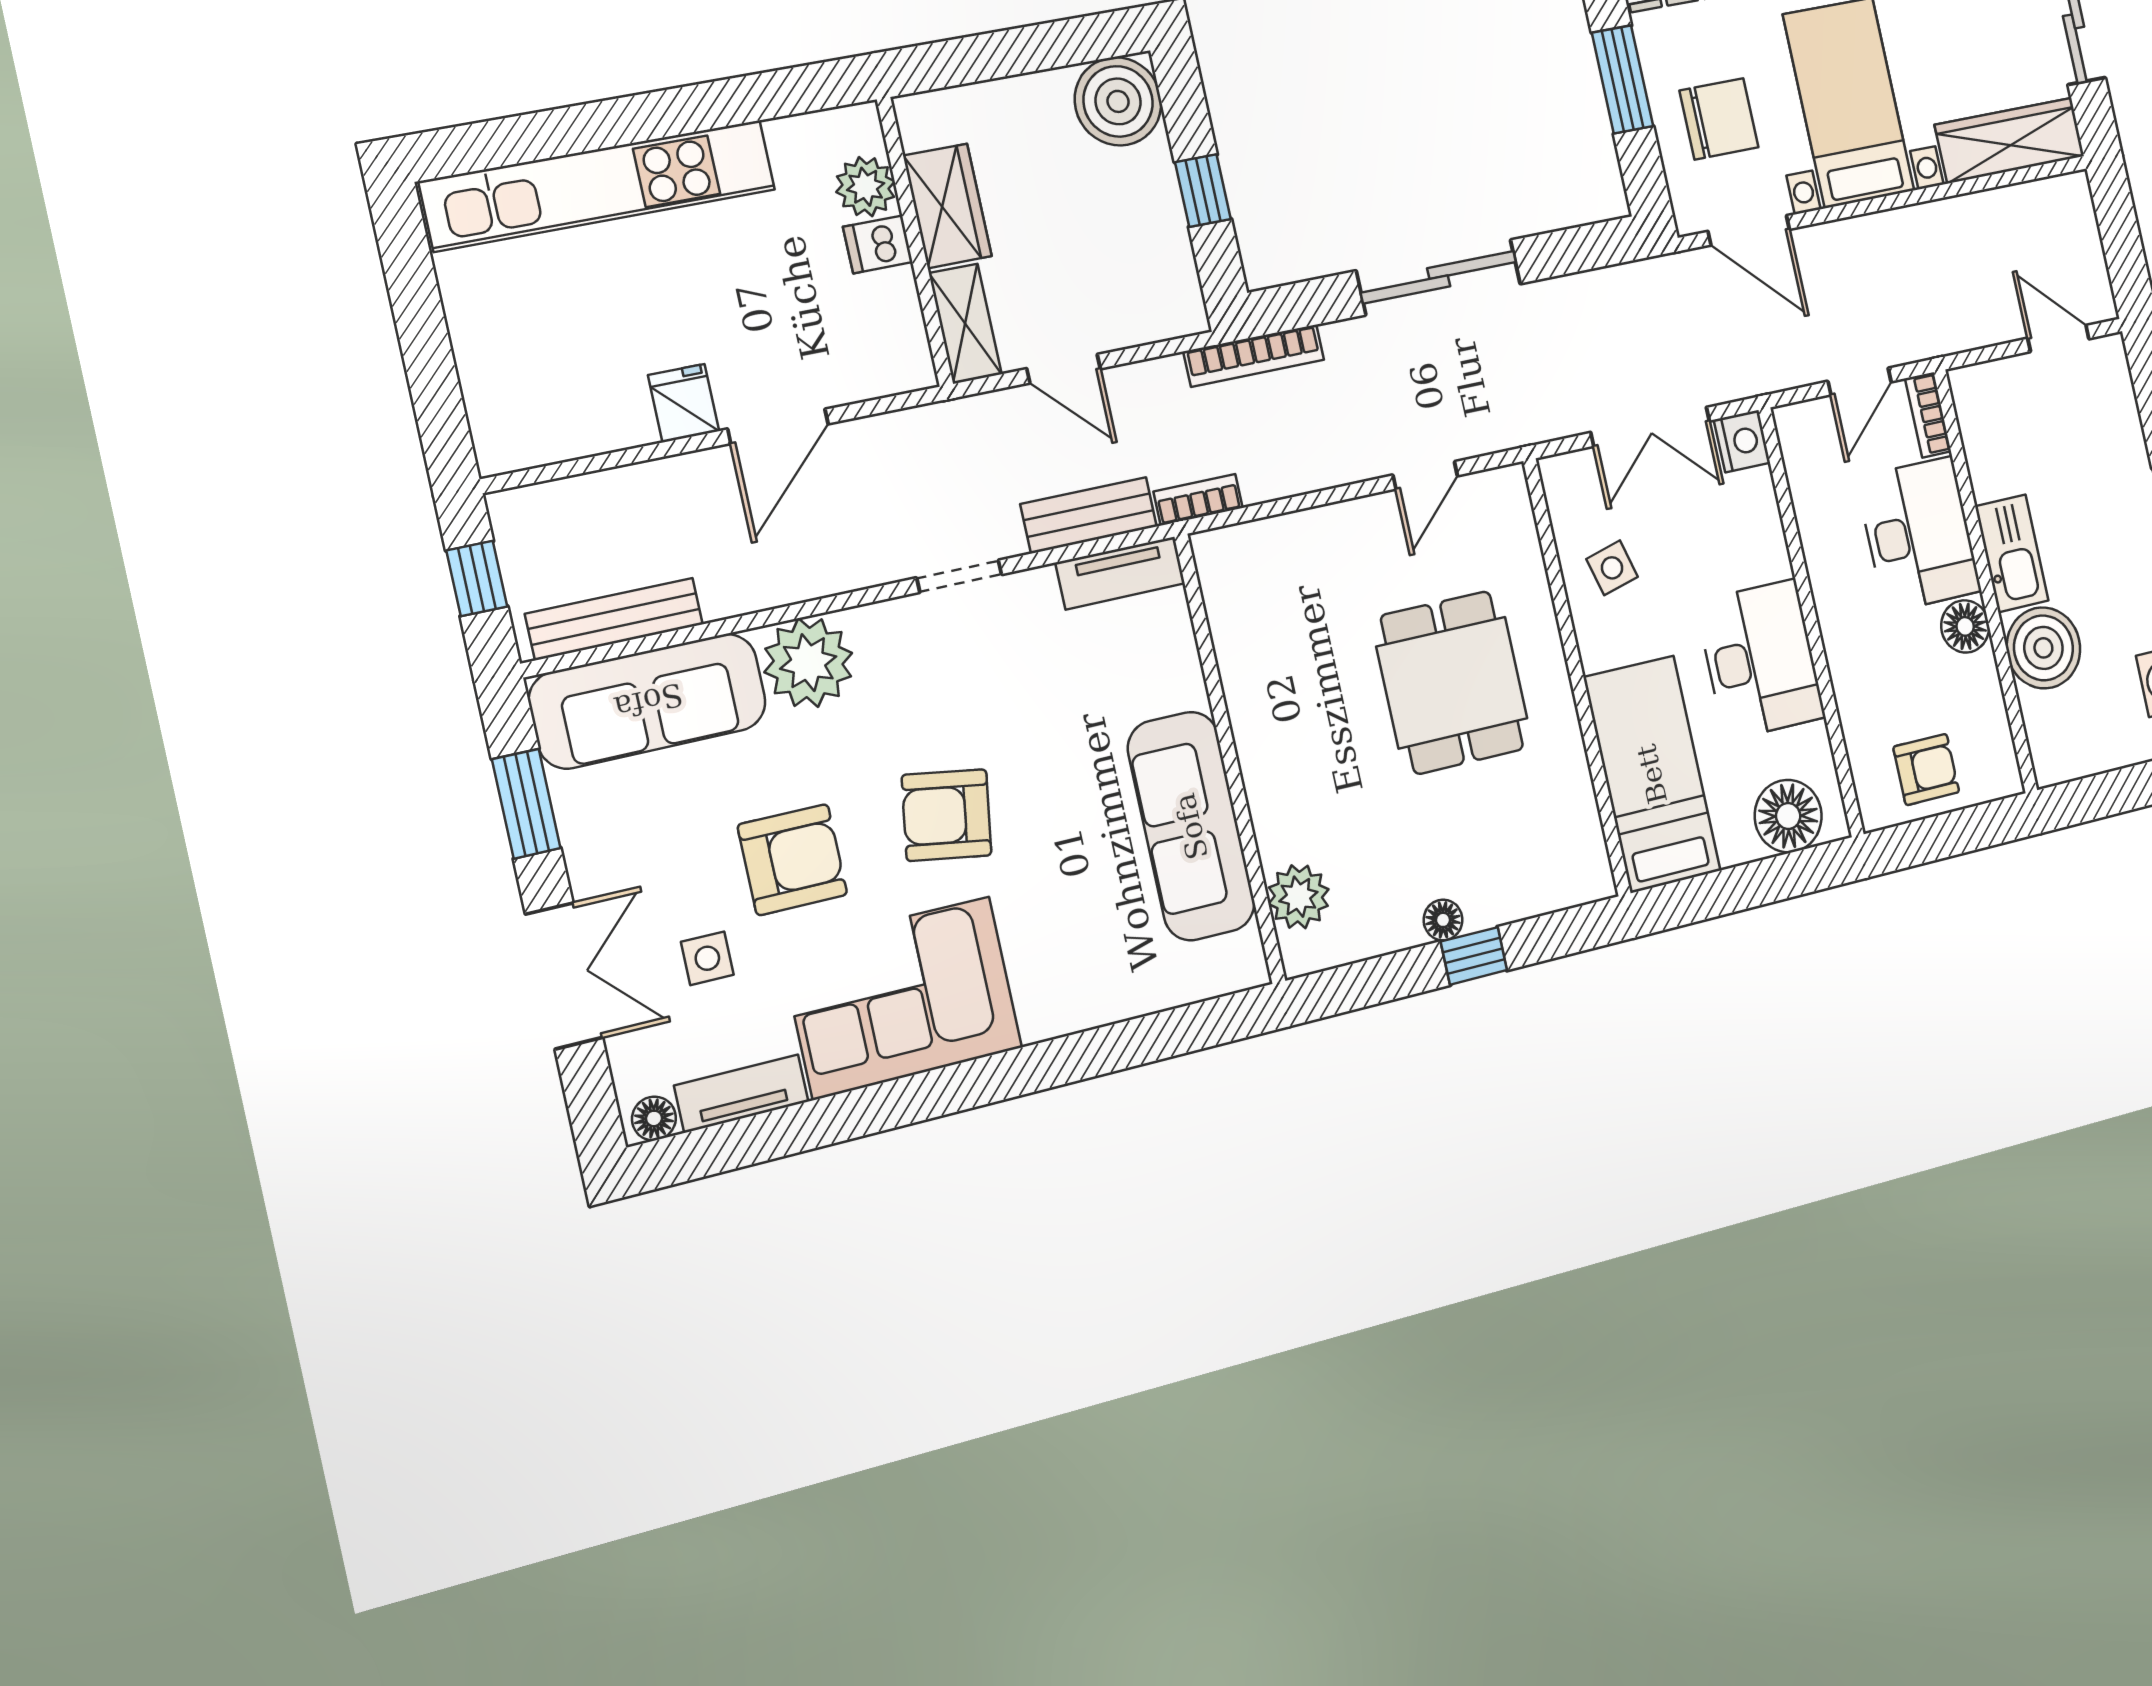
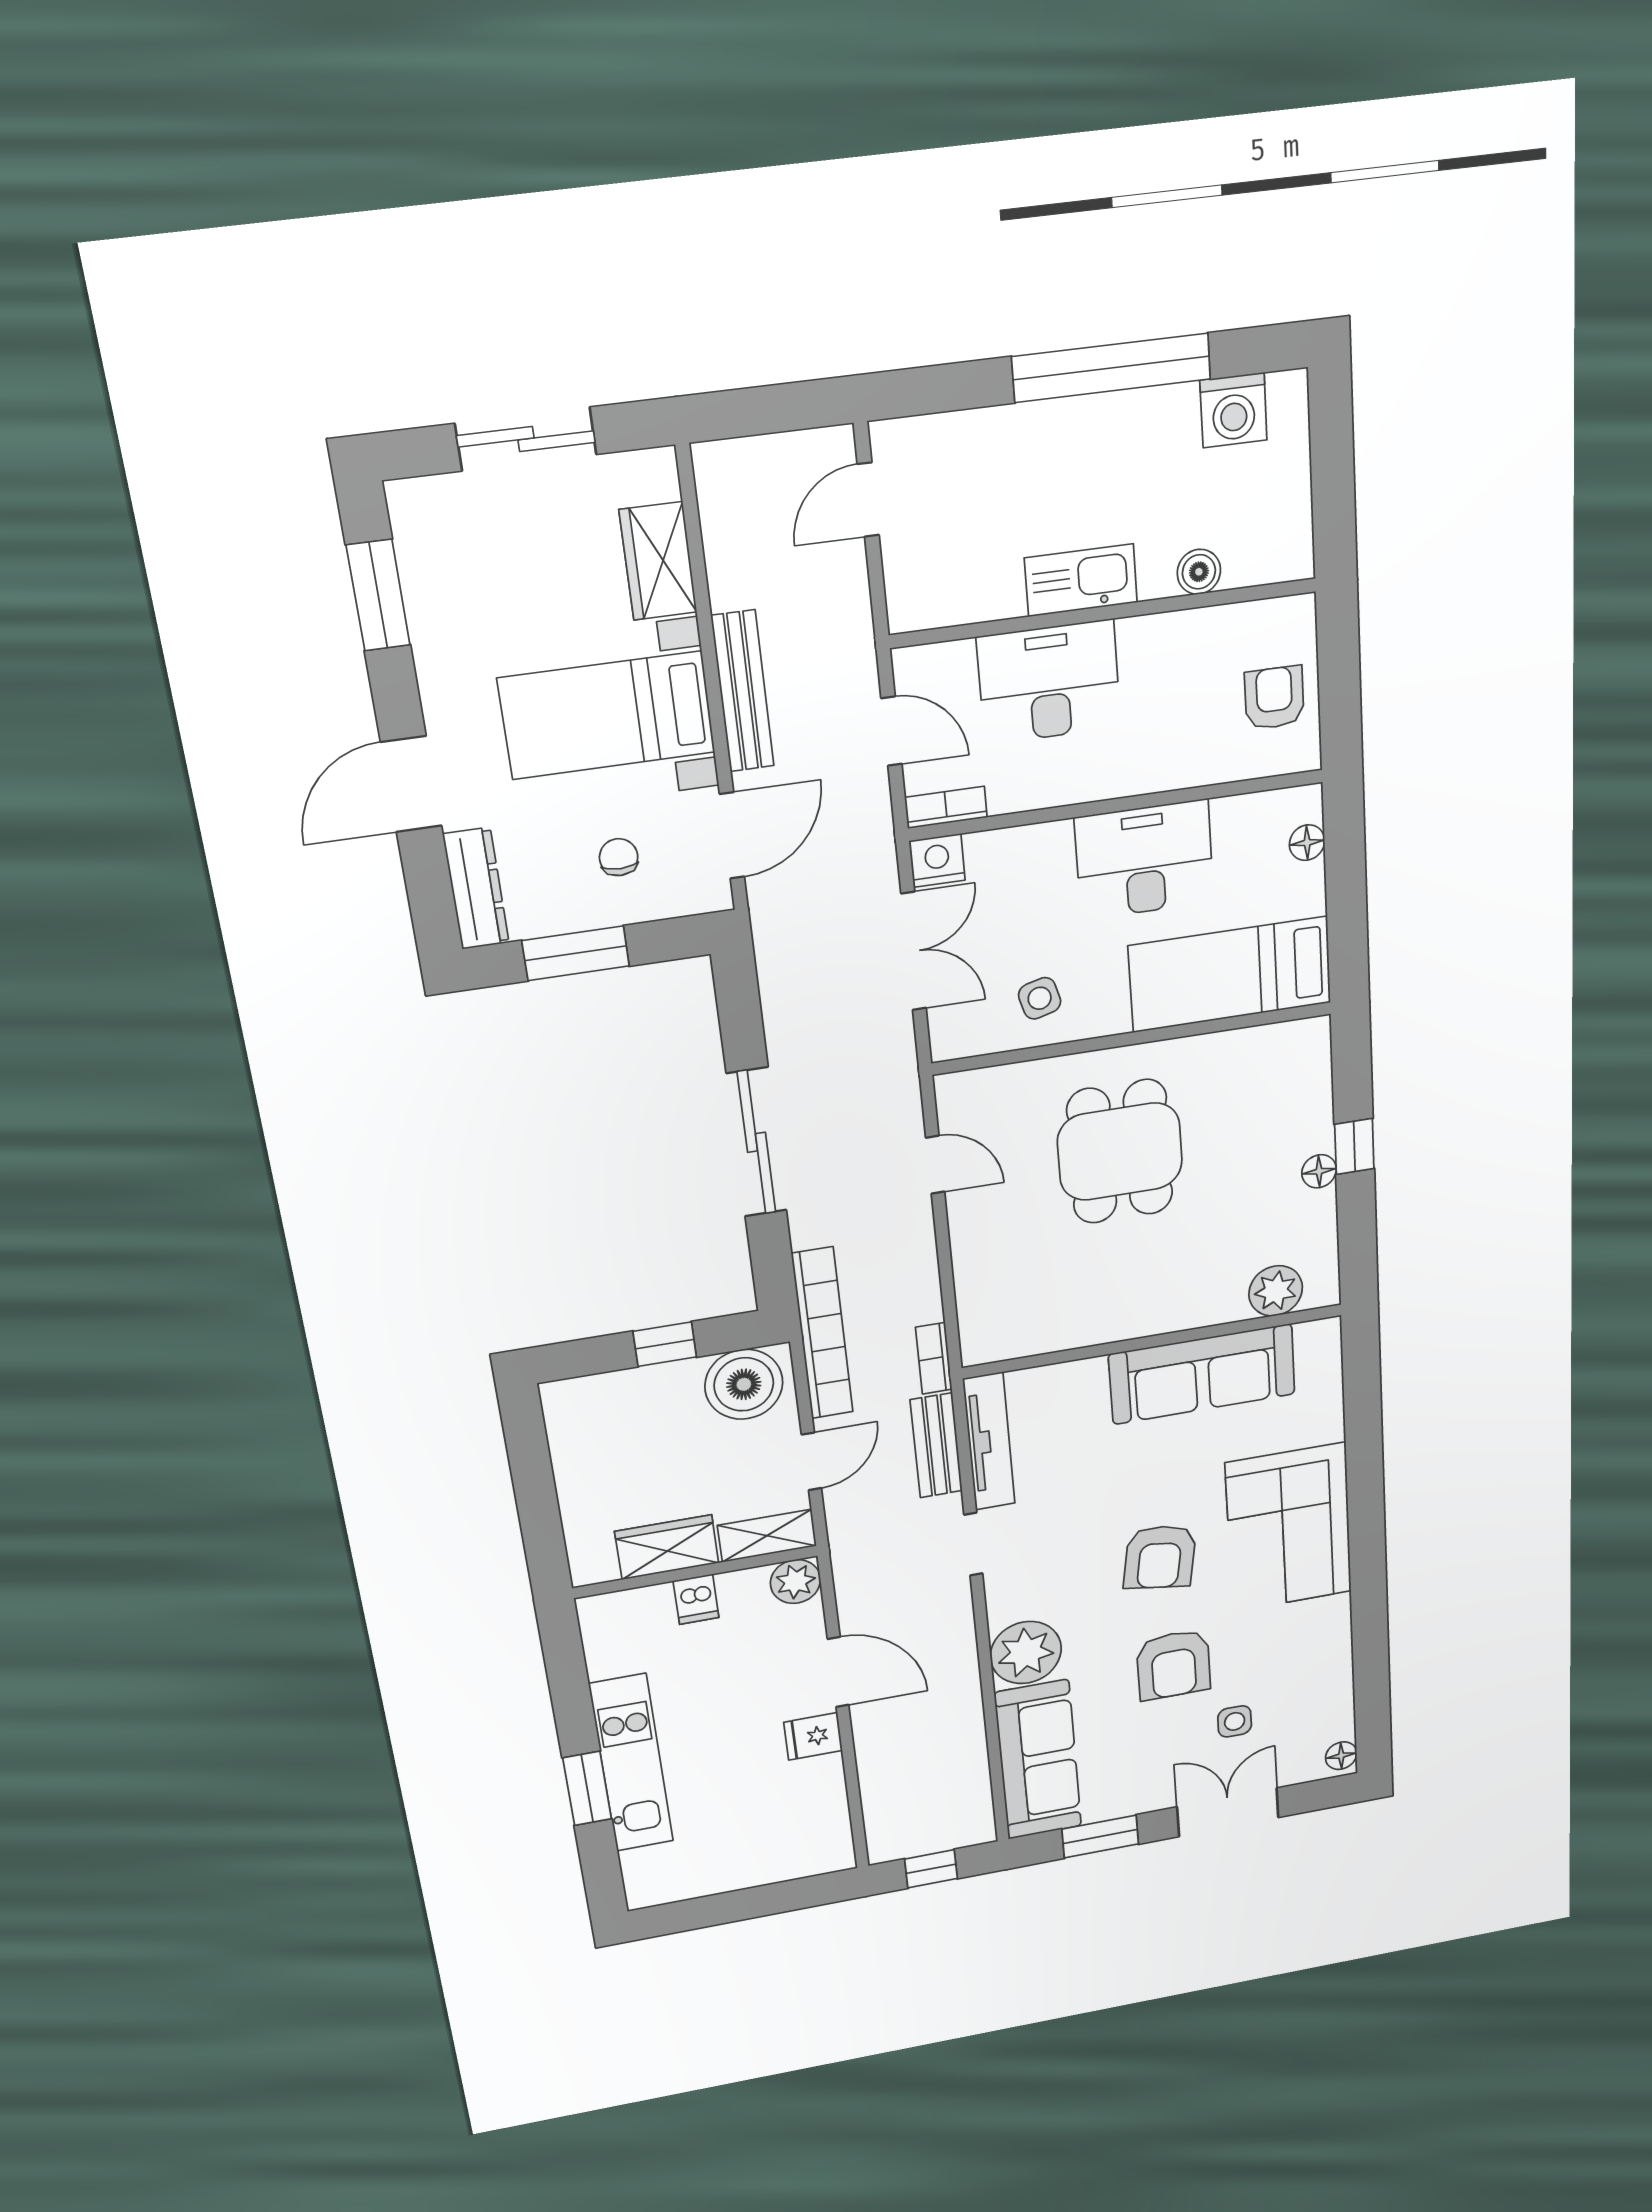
boiler: (1118, 101) -> (744, 1384), moved
chair: (1719, 119) -> (619, 857), width x0.54, depth x0.54
window: (606, 124) -> (587, 1788), added
wardrobe: (2010, 141) -> (658, 561), width x0.67
kitchen unit: (599, 185) -> (631, 1763), width x0.73
plant: (866, 187) -> (795, 1581), moved
bookcase: (1254, 356) -> (822, 1333), width x1.48, depth x1.31
bookcase: (1928, 415) -> (946, 807), moved, turned 180
tv unit: (1120, 573) -> (989, 1442), width x1.41
bench: (614, 619) -> (743, 691), moved
floor lamp: (1965, 626) -> (1145, 641), removed
boiler: (2043, 648) -> (1199, 572), width x0.54, depth x0.54
dining table: (1452, 683) -> (1120, 1152), turned 90
floor lamp: (1788, 816) -> (1307, 843), width x0.53, depth x0.53
armchair: (792, 860) -> (1173, 1665), turned 180
corner sofa: (902, 998) -> (1289, 1528), moved
tv unit: (741, 1094) -> (1337, 1700), removed

